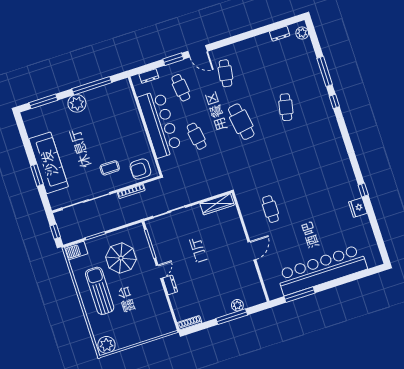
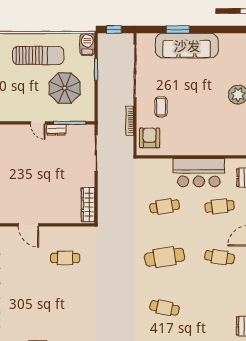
bar counter: (160, 124) -> (199, 173), width x0.73
dresser: (170, 285) -> (56, 130), moved

